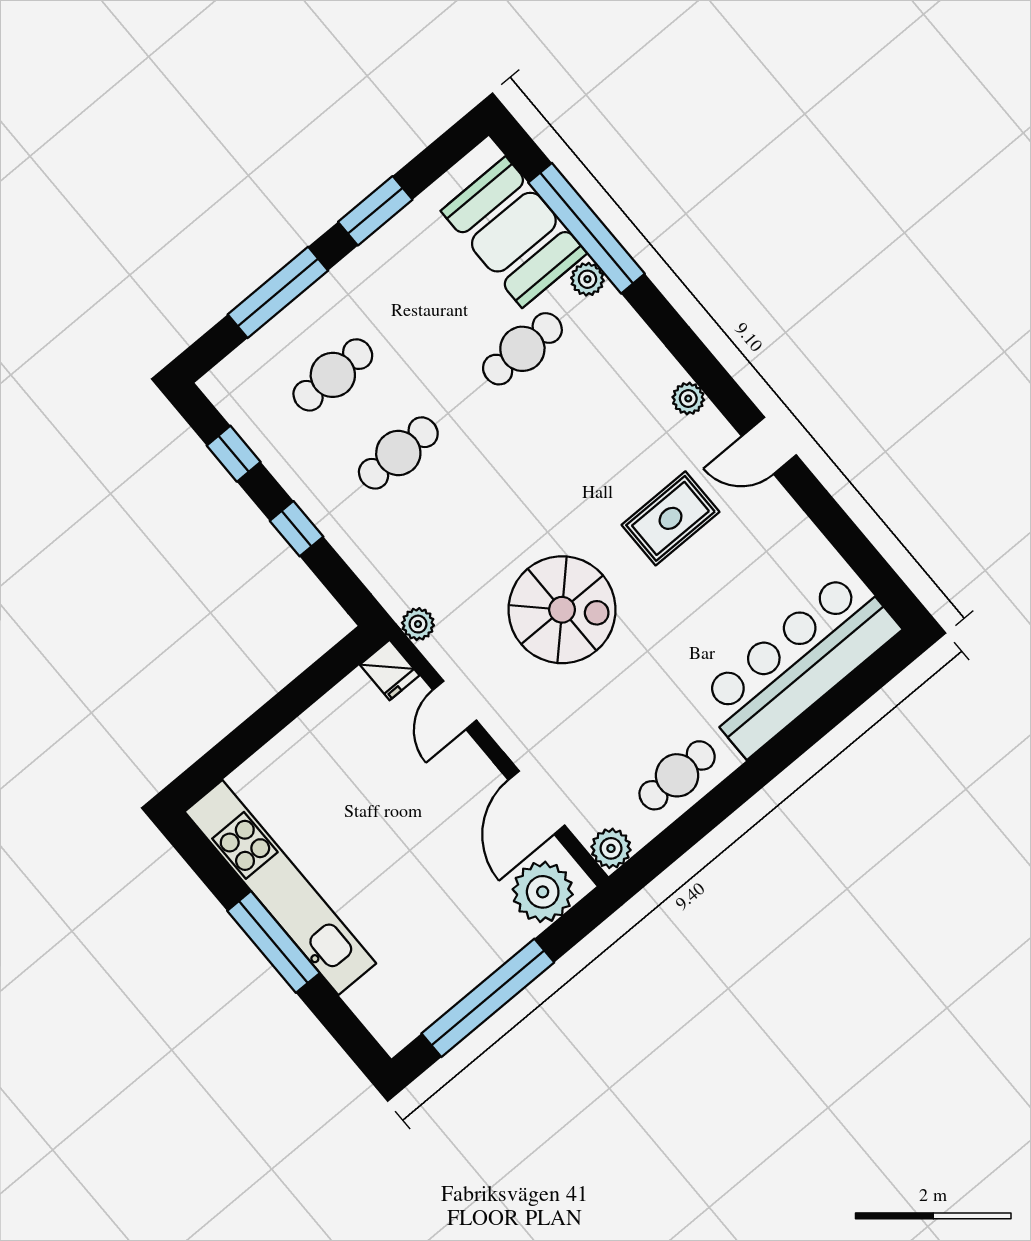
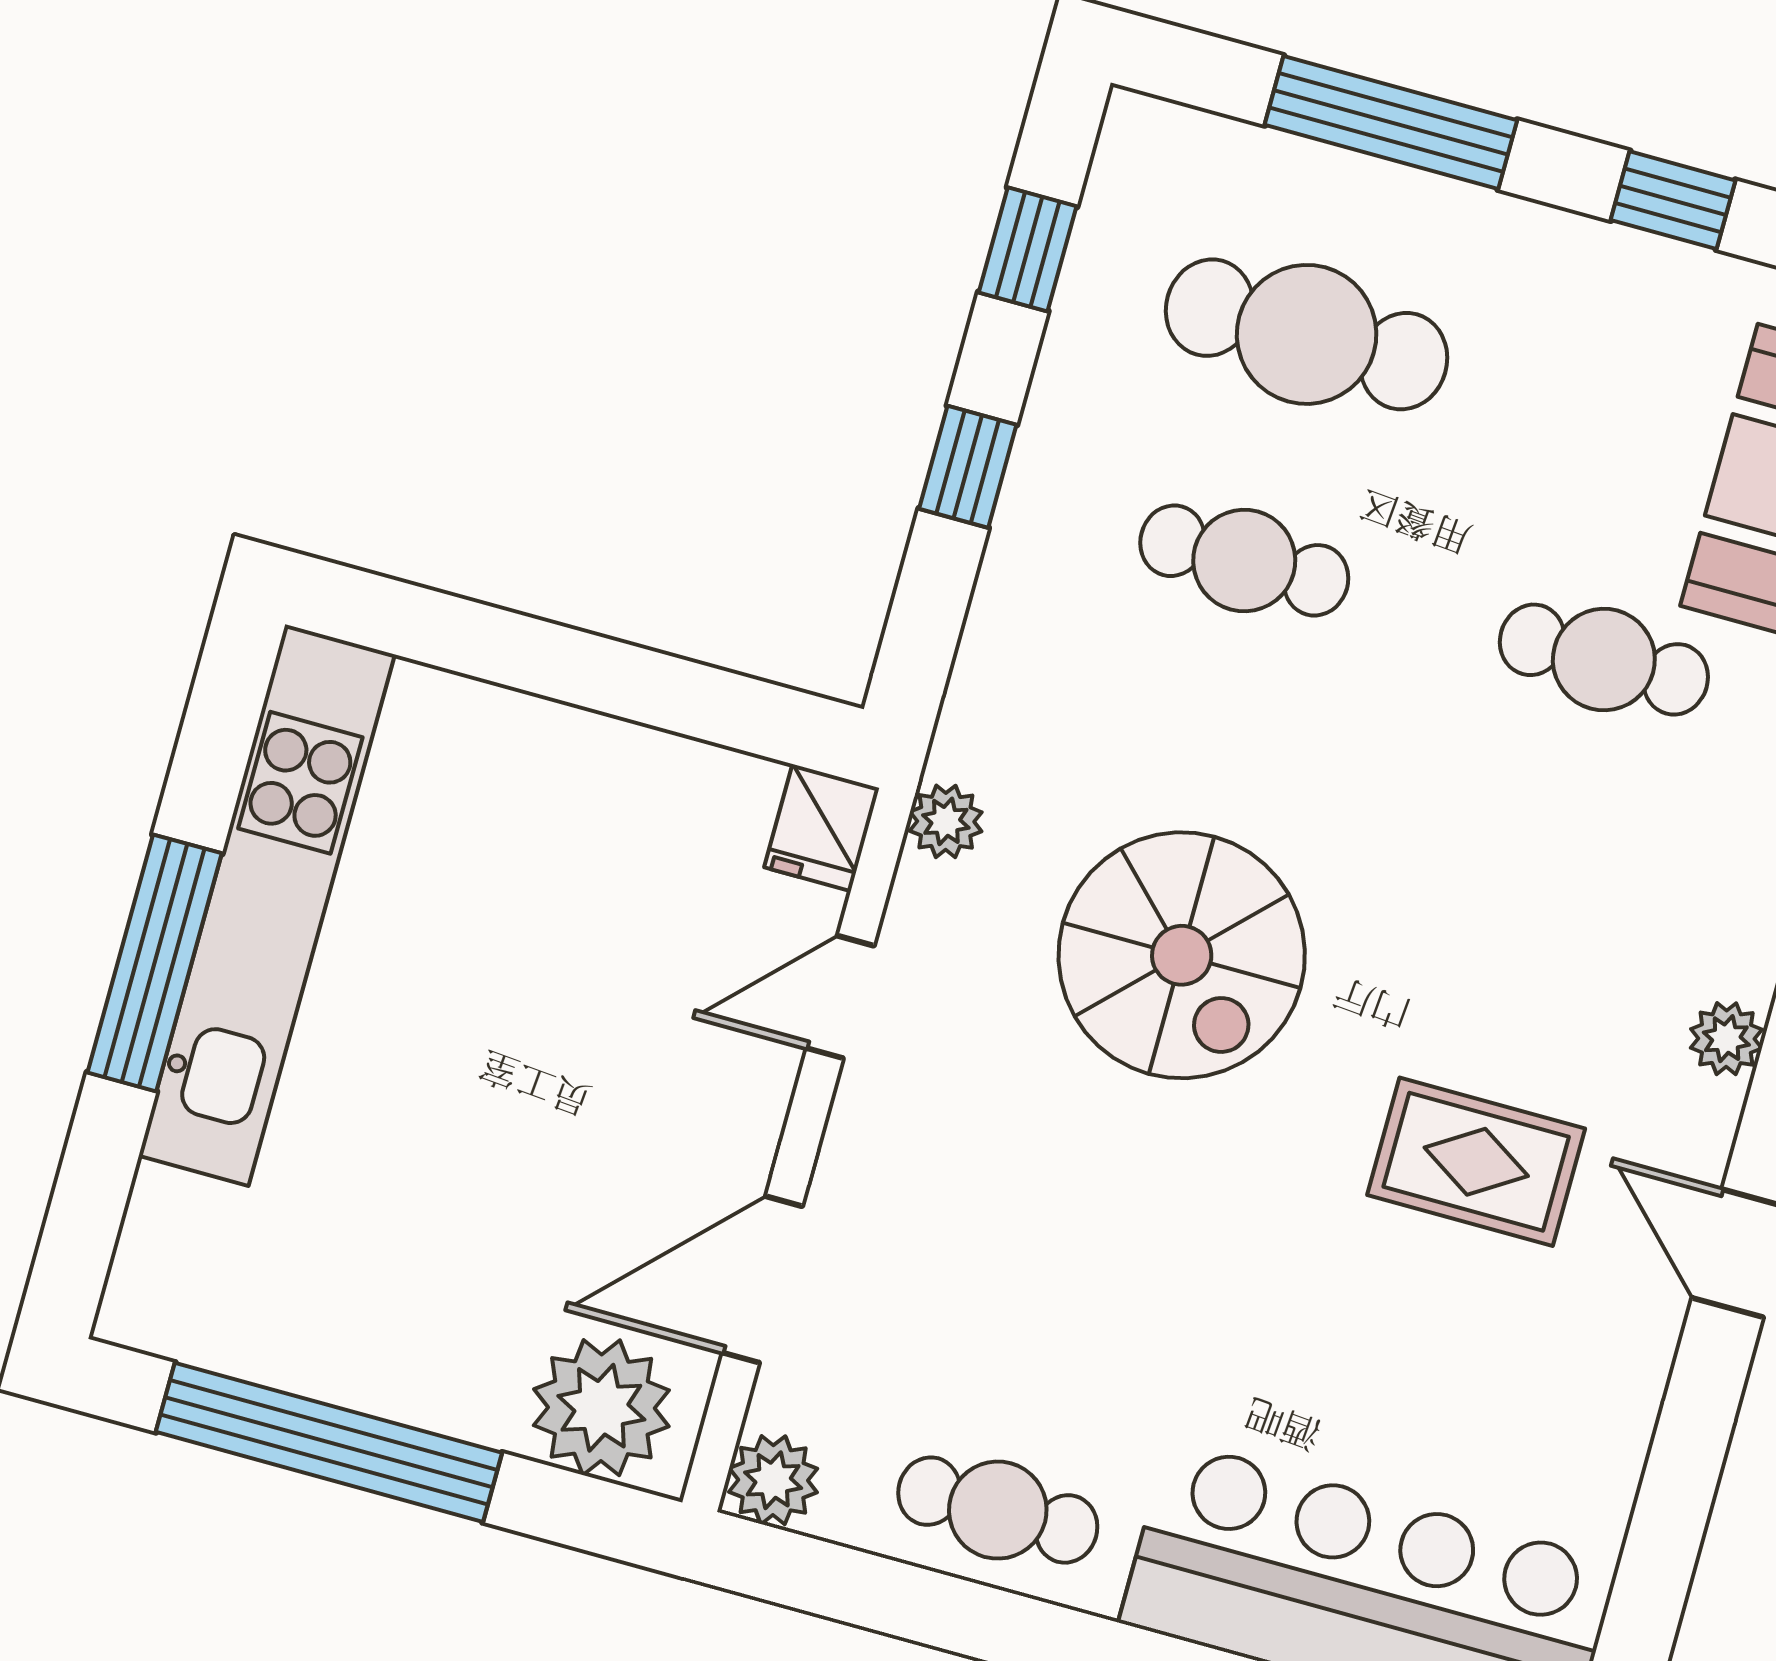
window: (375, 211) -> (1673, 200), width x0.67
cafe table: (333, 375) -> (1307, 334), width x1.37, depth x1.35
spiral stairs: (562, 610) -> (1182, 955), moved

